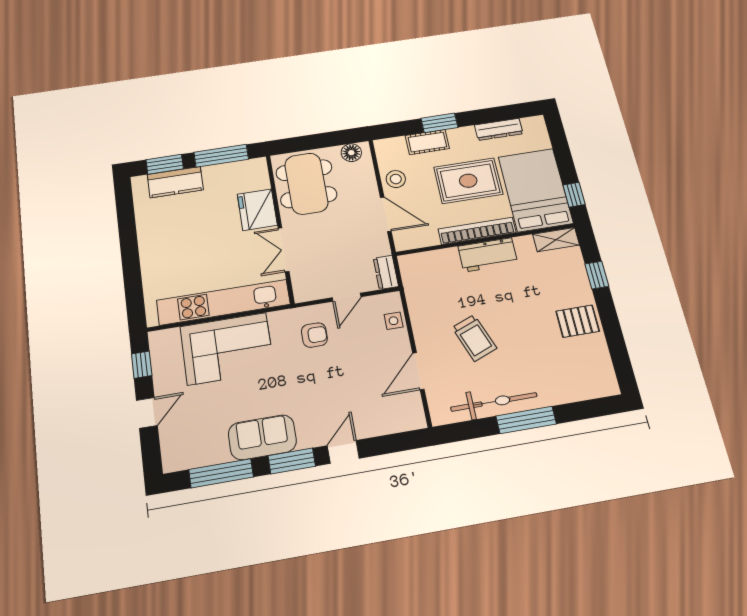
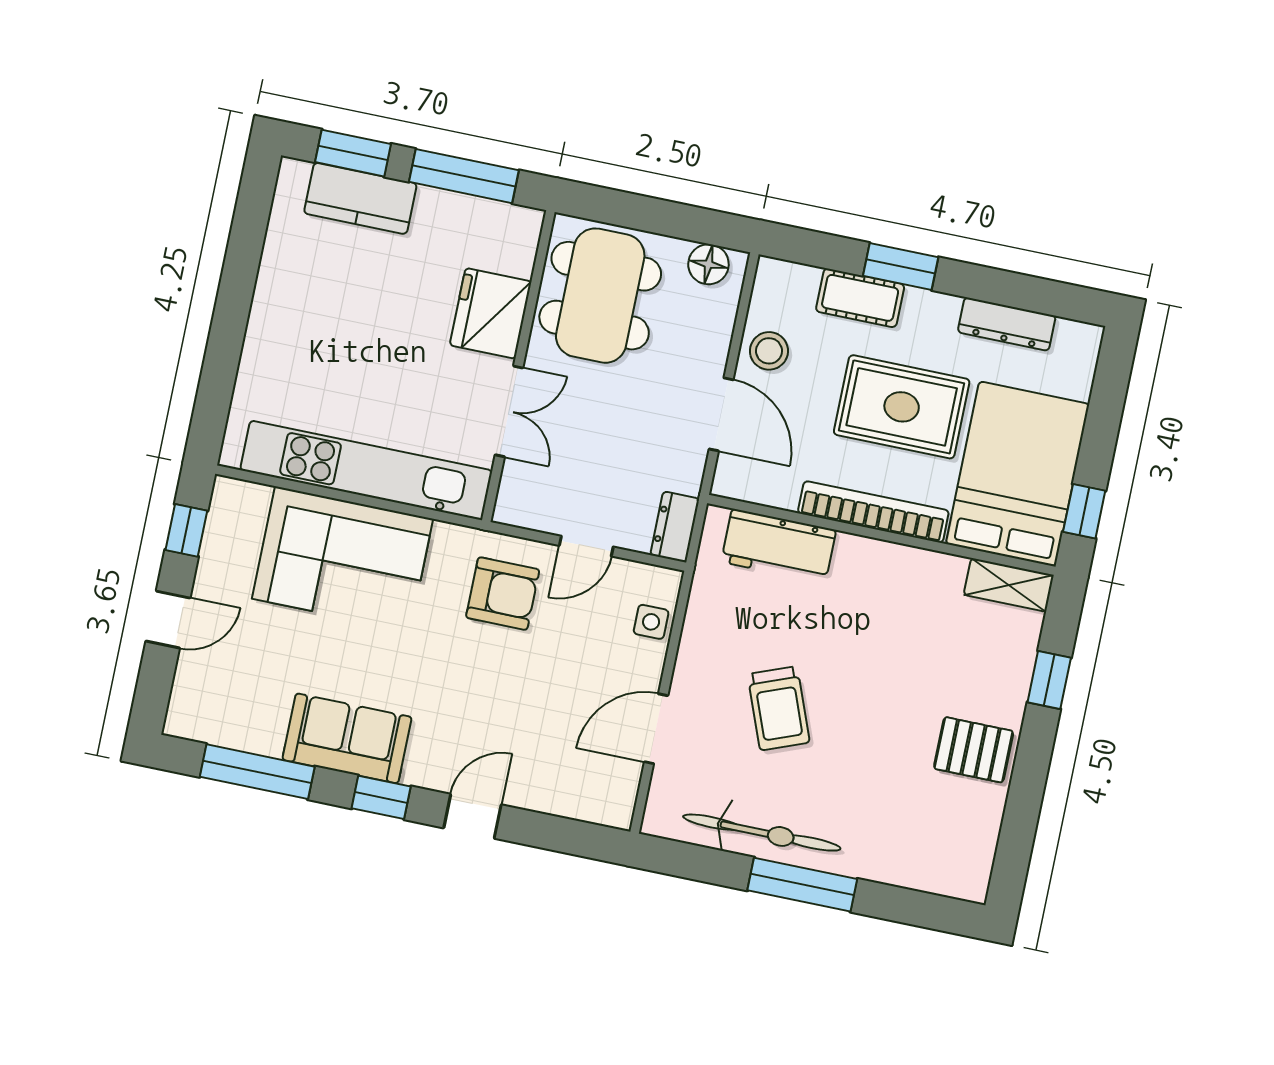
double door: (284, 250) -> (509, 411), swing flipped
workbench: (488, 255) -> (779, 546), moved
armchair: (314, 335) -> (503, 594), width x1.38, depth x1.38
window: (292, 461) -> (381, 797), width x0.67

